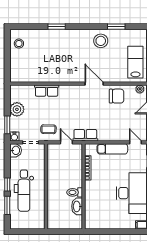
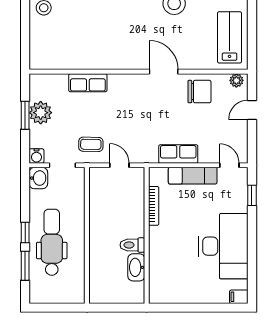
window: (7, 125) -> (25, 115), moved
row of seats: (85, 135) -> (178, 154), moved
dental chair: (24, 191) -> (52, 242), turned 180

